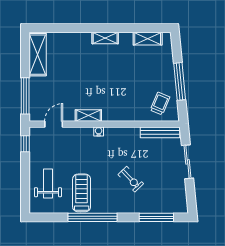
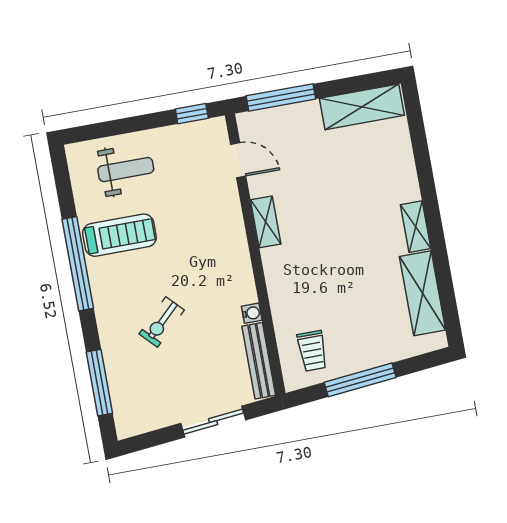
shelving: (148, 39) -> (422, 293), width x1.50, depth x1.33
trolley: (160, 104) -> (312, 351), turned 67
water cooler: (99, 131) -> (252, 313), moved

